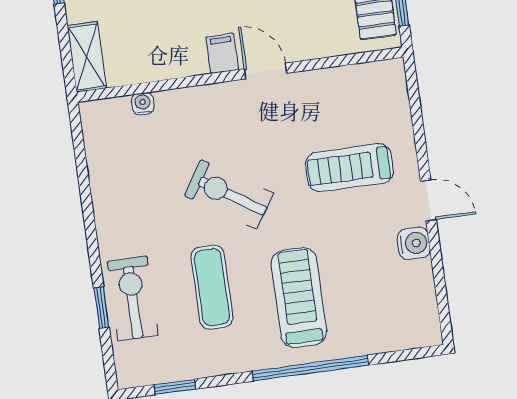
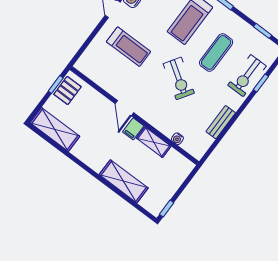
shelving: (87, 57) -> (154, 142), moved, turned 90
bench: (103, 191) -> (221, 122), added

